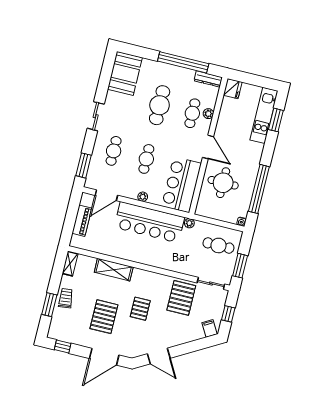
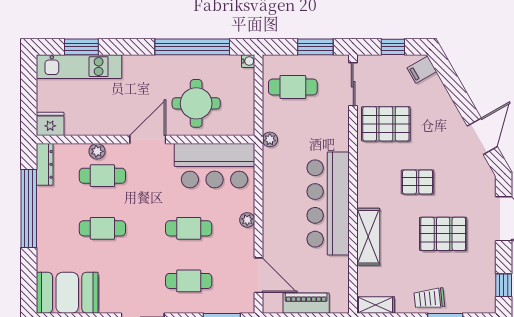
cafe table: (160, 105) -> (102, 228), width x0.73, depth x0.74
bar counter: (149, 222) -> (328, 203), moved, turned 180
cafe table: (218, 245) -> (293, 87), turned 90

